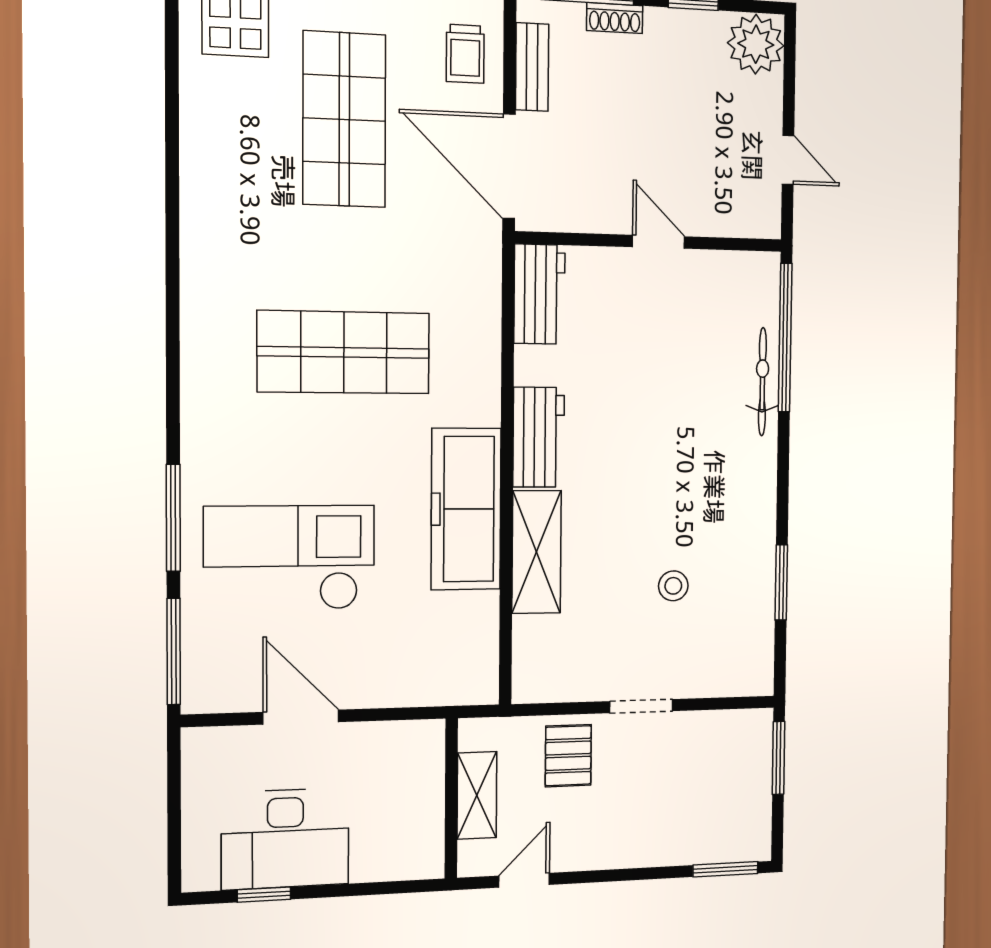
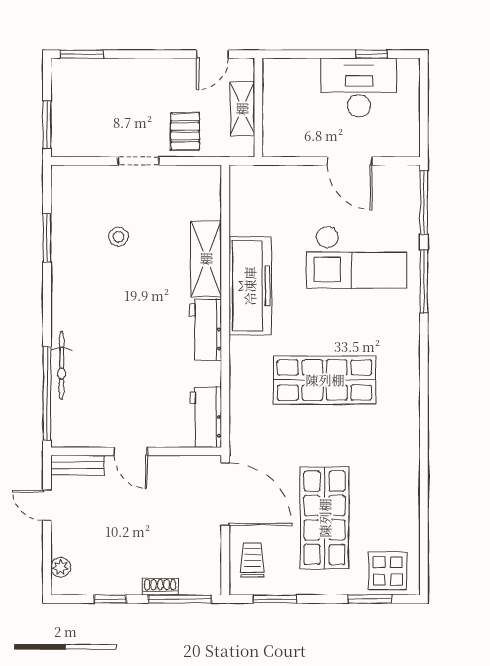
plant: (756, 44) -> (61, 567), width x0.53, depth x0.53
bench: (532, 67) -> (78, 465), moved, turned 90

